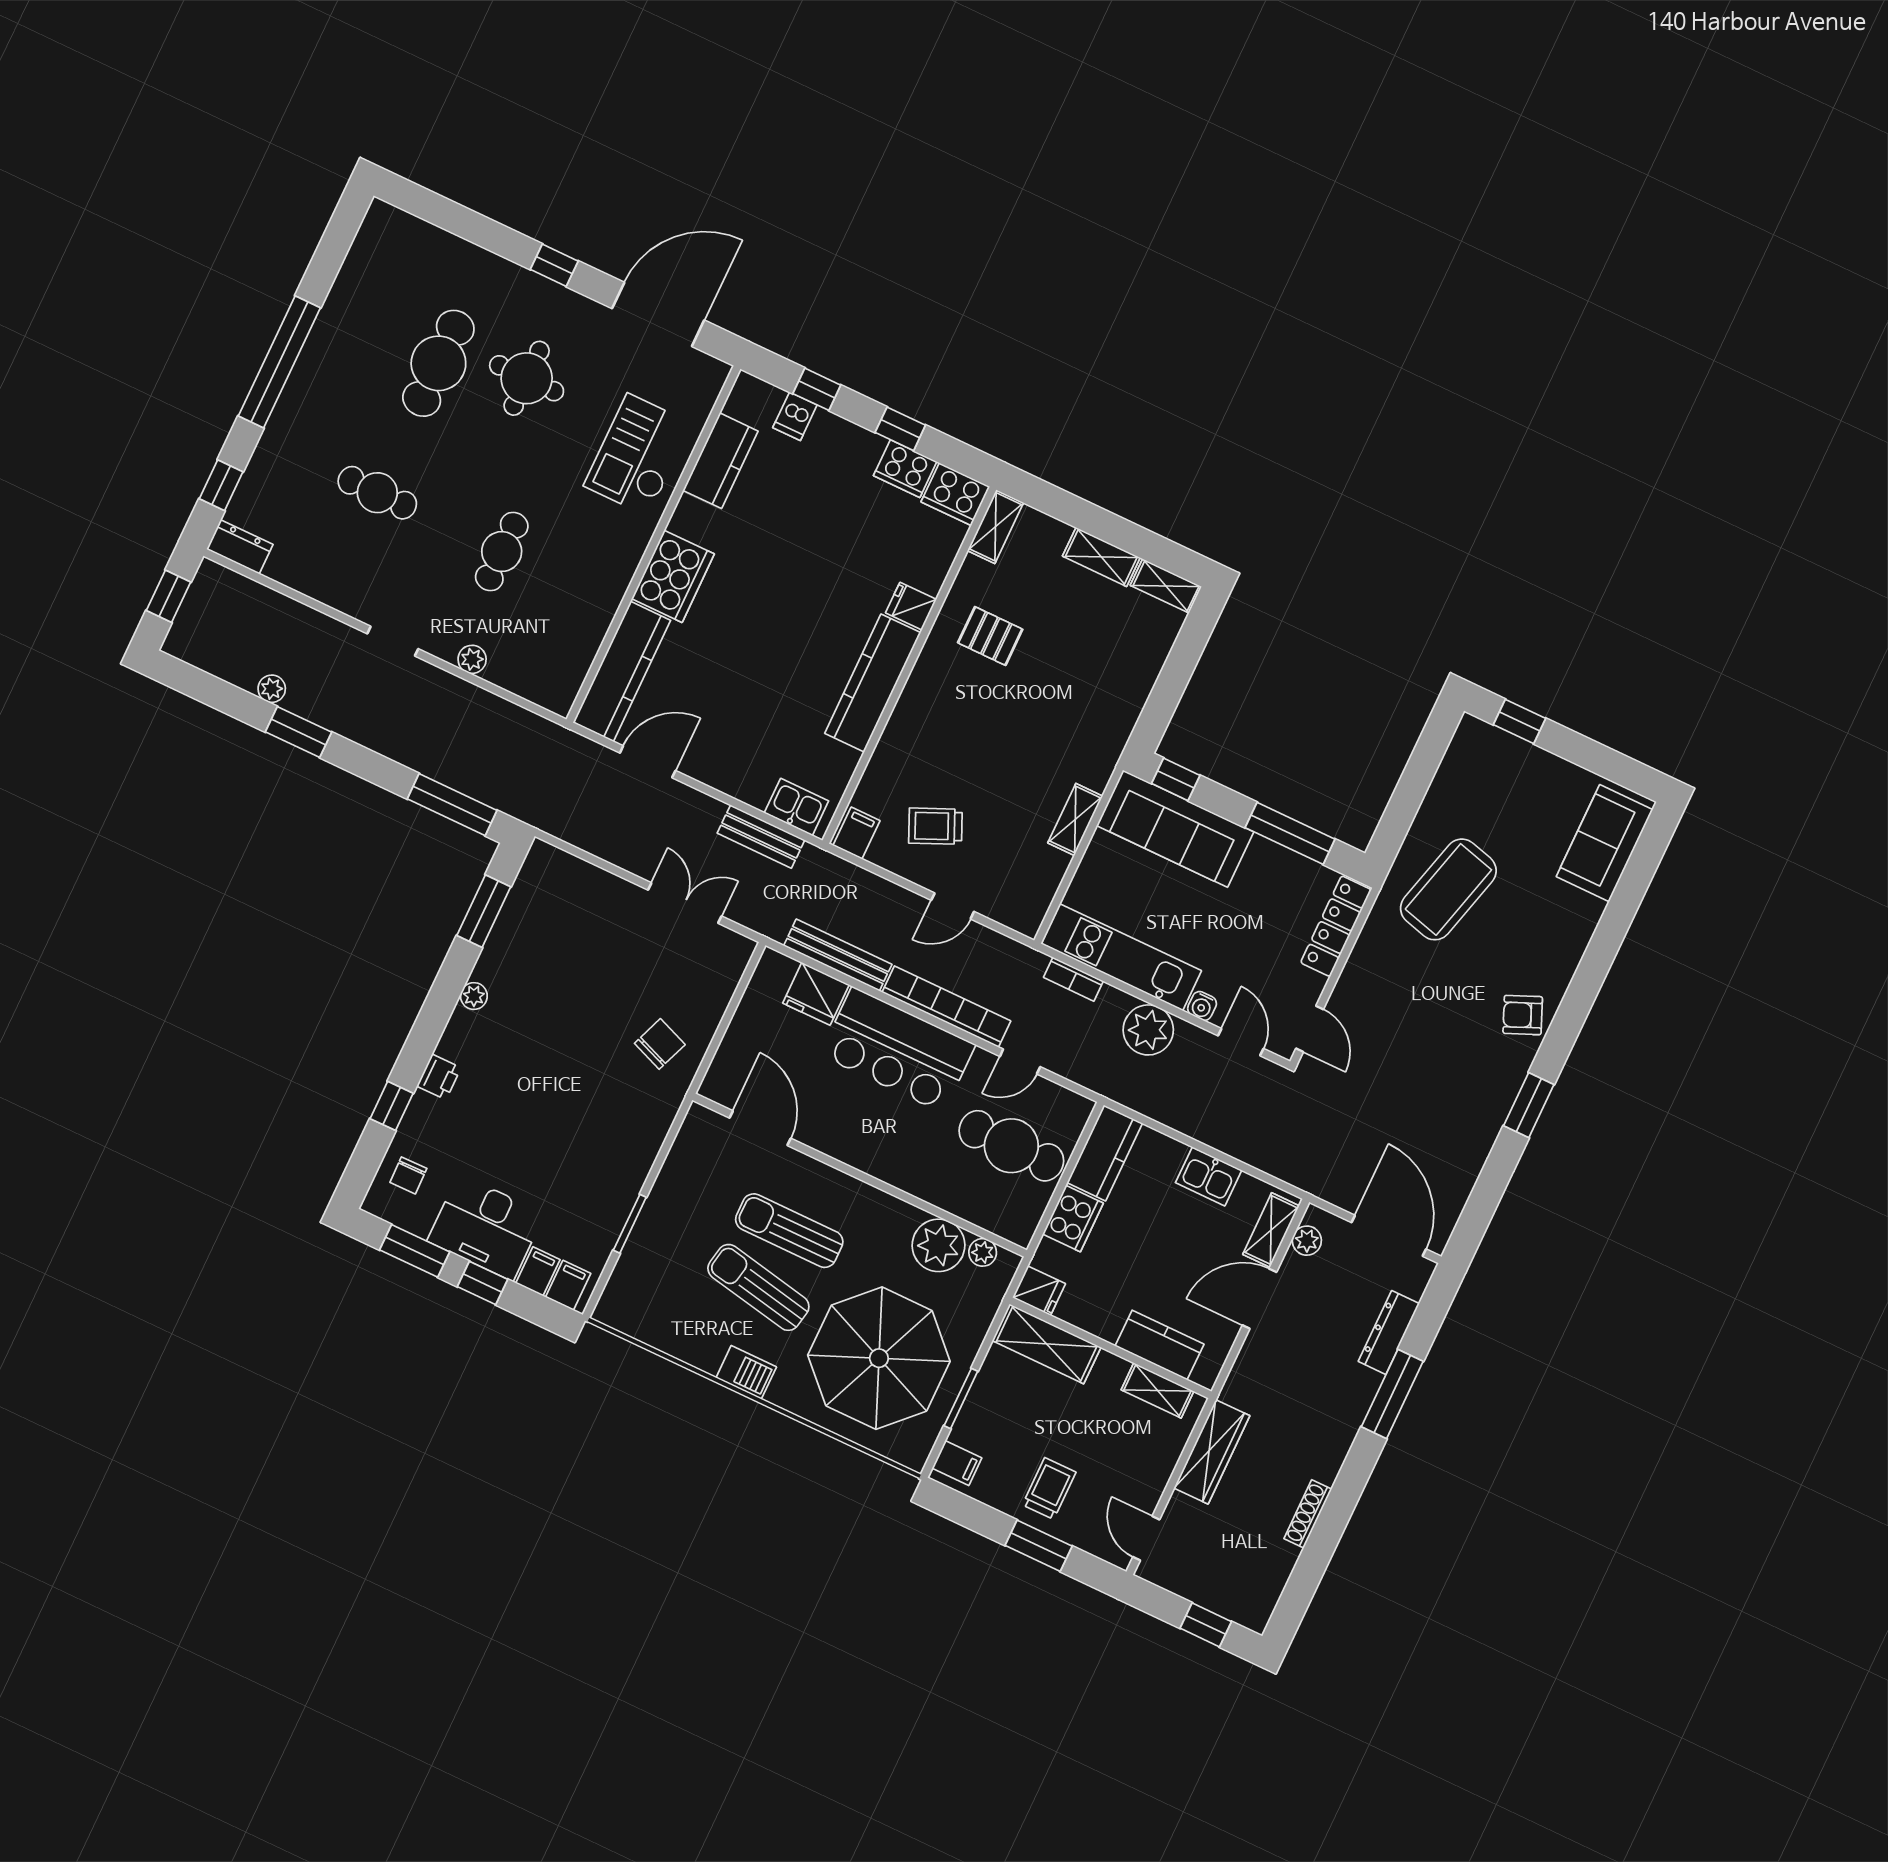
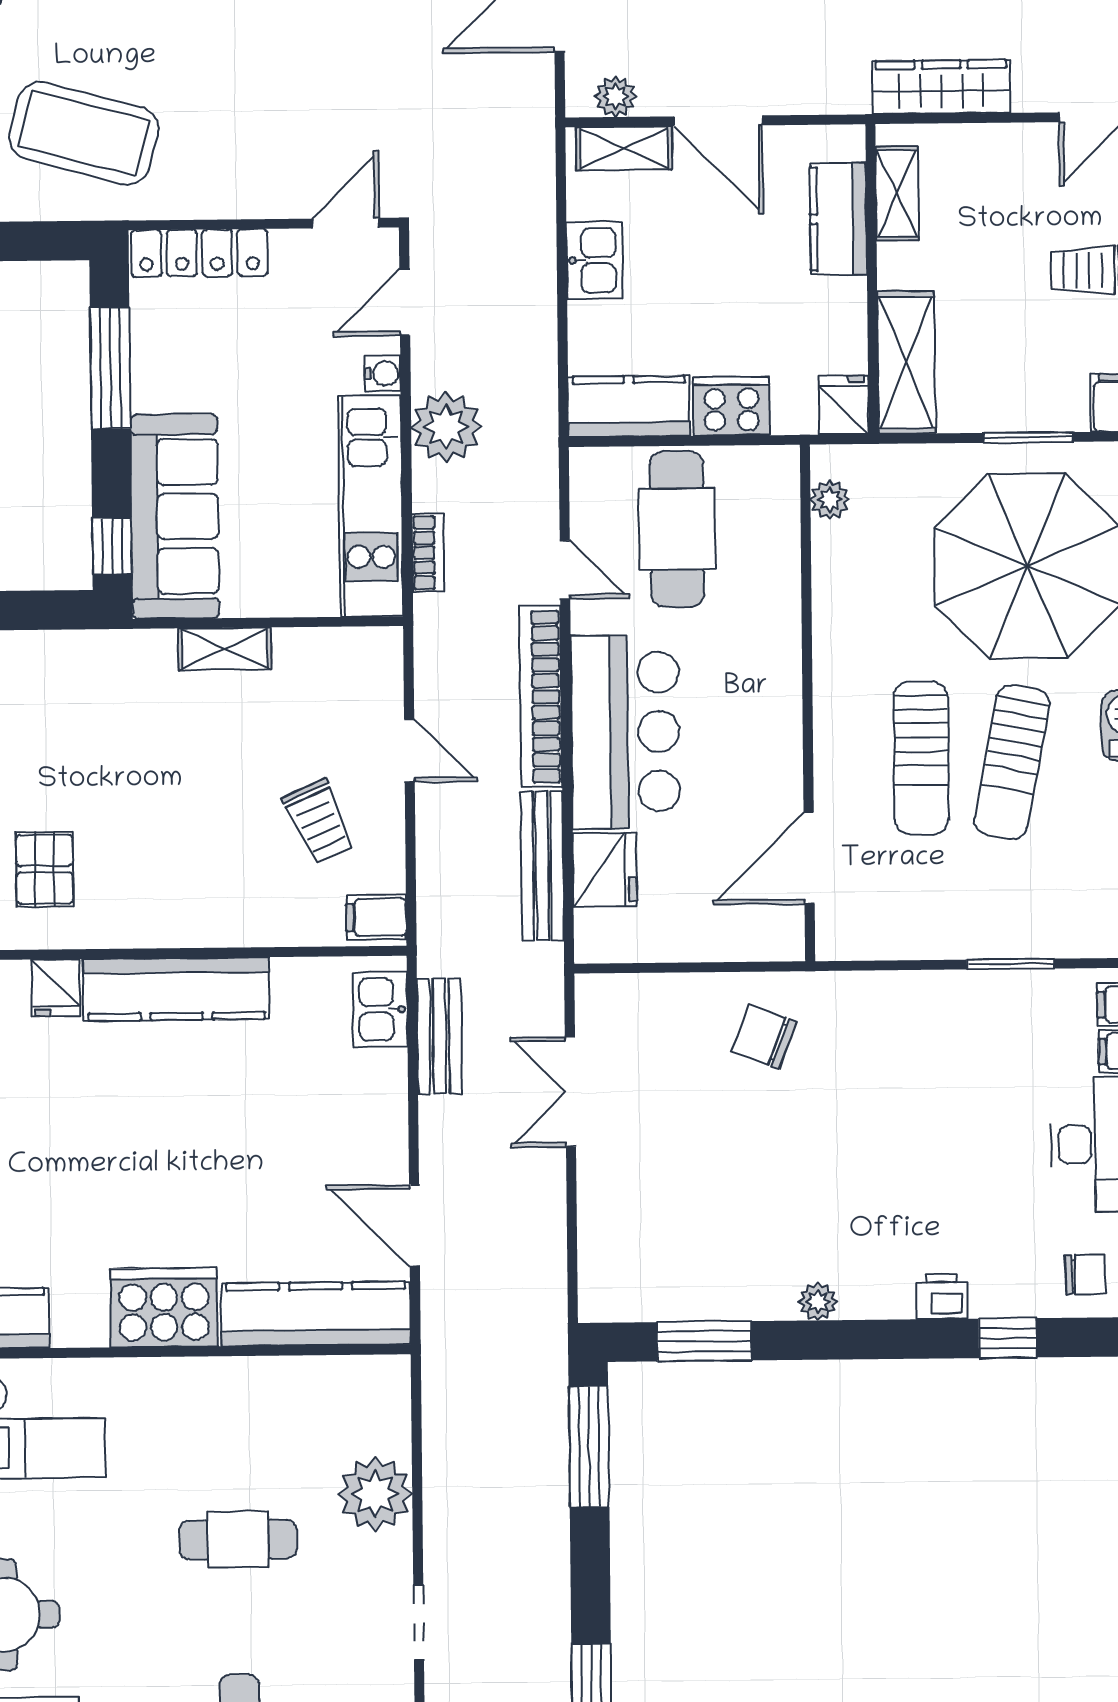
plant: (472, 659) -> (375, 1494), width x1.87, depth x1.87
plant: (939, 1245) -> (848, 560), removed

